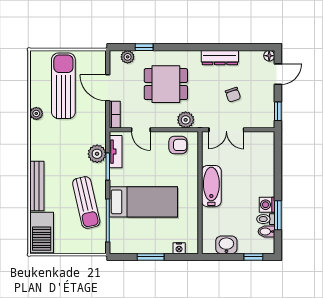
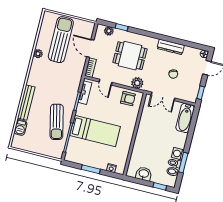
plant: (97, 154) -> (72, 91), removed
bathtub: (211, 186) -> (185, 118), moved, turned 180
barbecue: (42, 233) -> (20, 127), width x0.53, depth x0.65

